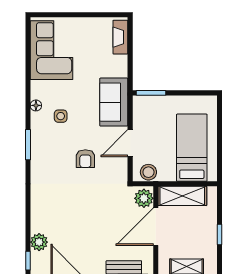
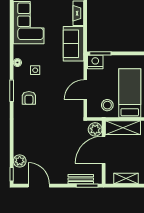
sofa: (114, 102) -> (74, 44), moved
nightstand: (144, 105) -> (95, 62), added
armchair: (85, 159) -> (29, 98), moved
stool: (148, 172) -> (107, 105), moved

